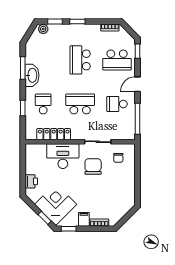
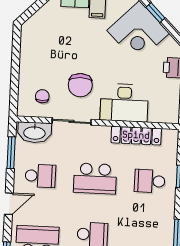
washbasin: (32, 75) -> (35, 132), moved, turned -90
school desk: (43, 104) -> (150, 181), turned 90
window: (138, 119) -> (11, 153), width x0.69

